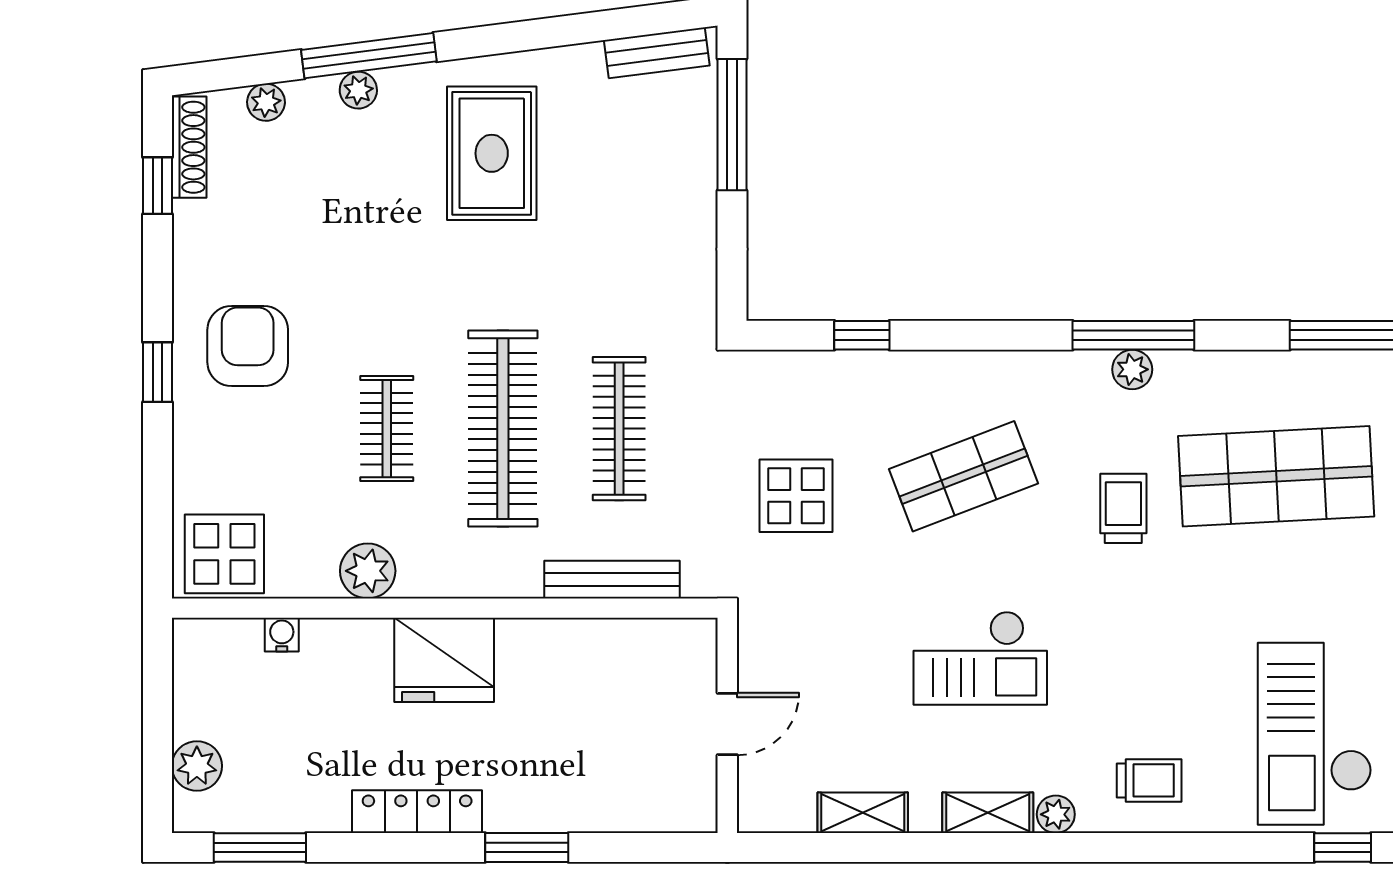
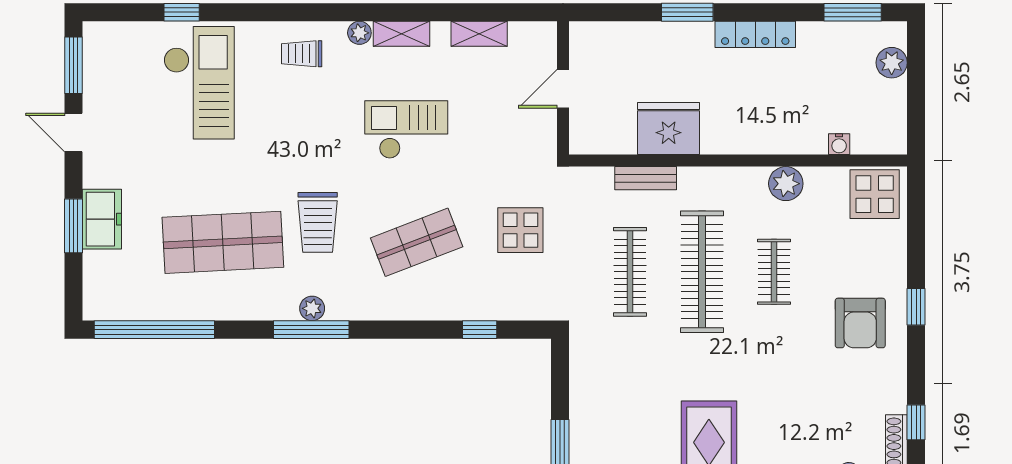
trolley: (1123, 508) -> (318, 222), width x1.36, depth x1.39
bench: (612, 580) -> (646, 178), width x0.73
fridge: (444, 660) -> (669, 128), moved

